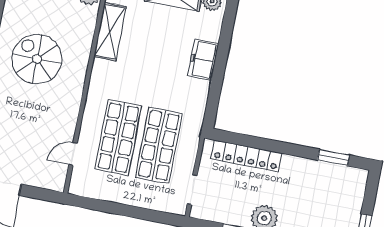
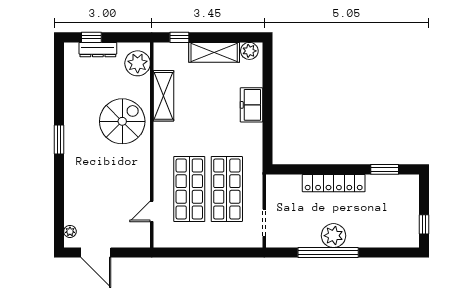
spiral stairs: (37, 59) -> (122, 121), moved, turned 90
locker: (246, 156) -> (334, 183), moved

